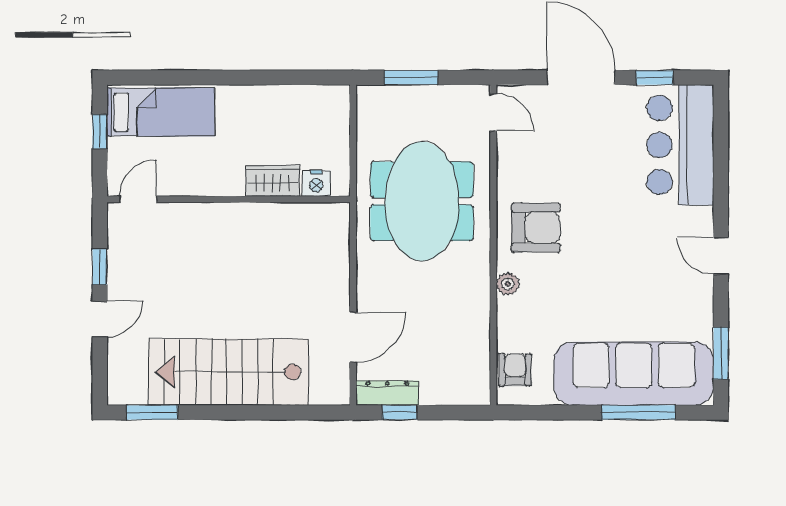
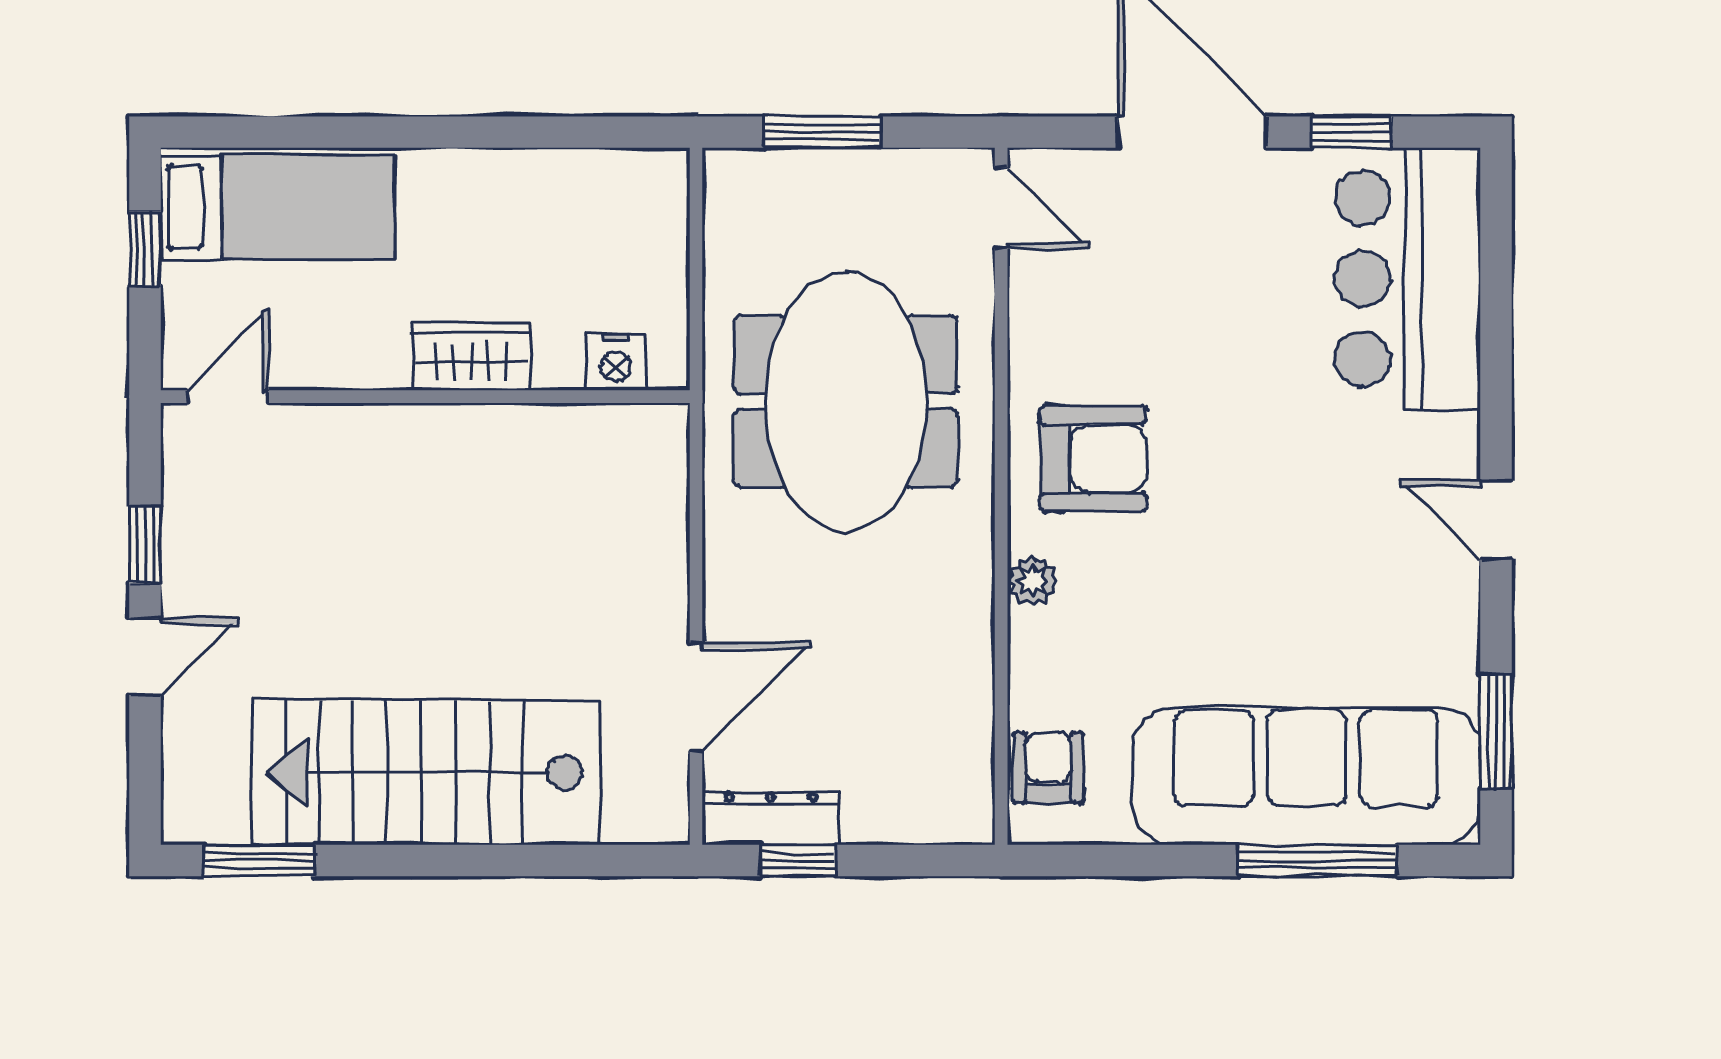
wardrobe: (273, 181) -> (471, 356), moved

